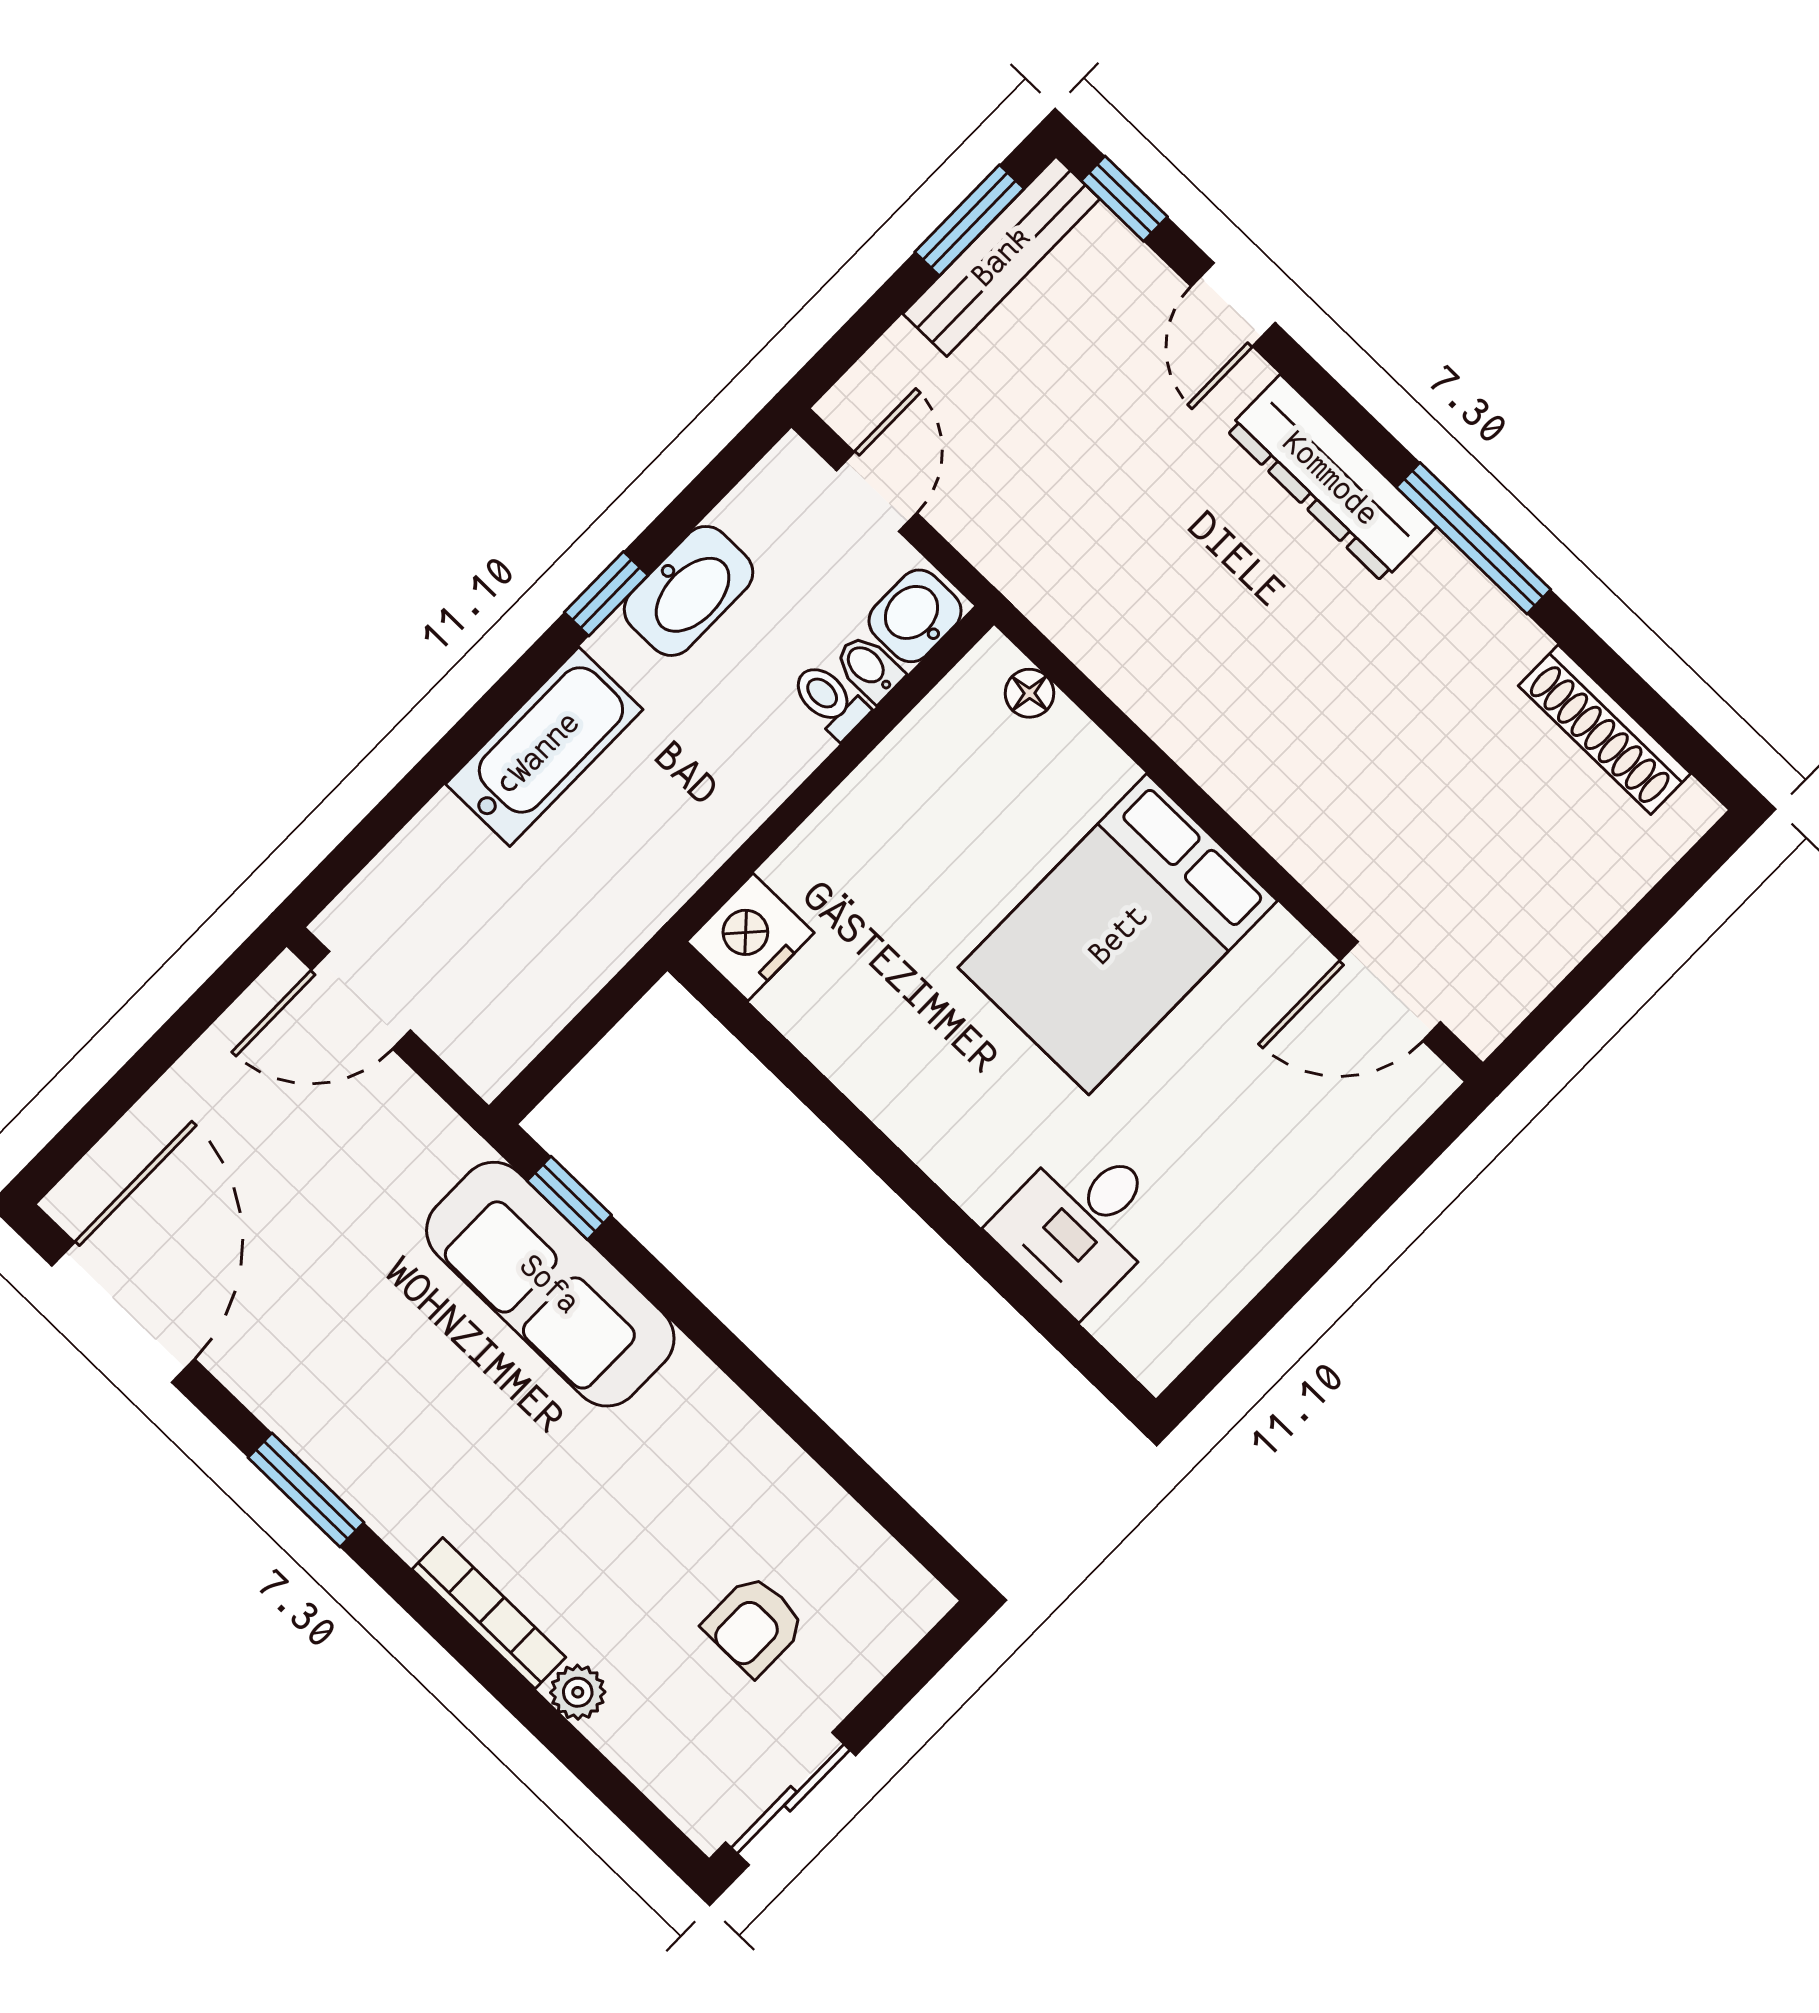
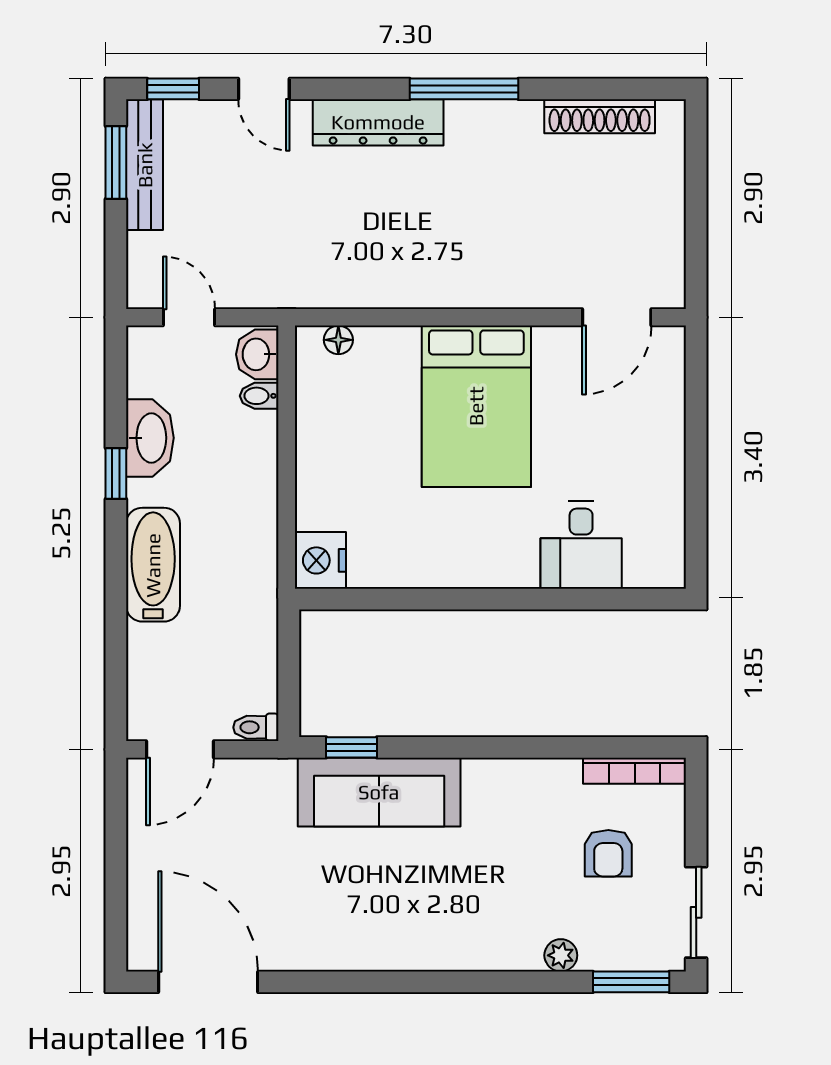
toilet: (830, 700) -> (256, 727), moved
window: (306, 1490) -> (631, 982), moved
bookcase: (489, 1613) -> (635, 771), moved, turned 180

